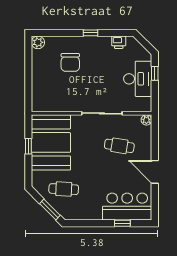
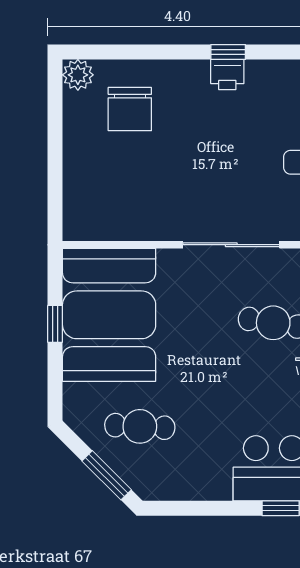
window: (90, 33) -> (228, 52), moved
printer: (119, 42) -> (227, 74), moved
chair: (70, 62) -> (130, 109), moved

